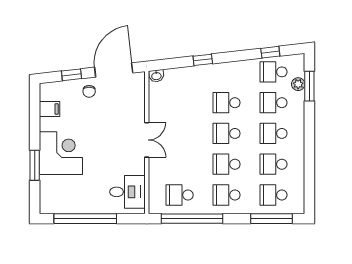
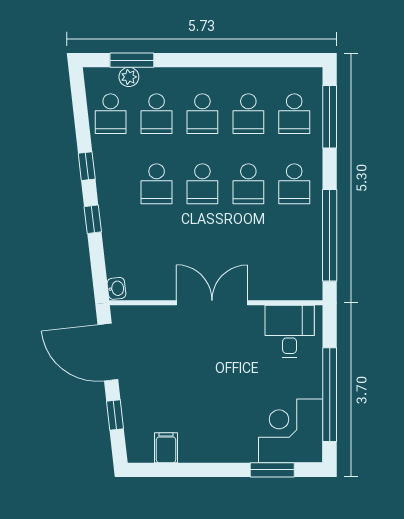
window: (270, 52) -> (87, 166), moved
chair: (89, 91) -> (140, 389), removed
double door: (147, 140) -> (212, 303), width x1.37
corner desk: (61, 153) -> (291, 431), moved
window: (35, 165) -> (272, 470), moved
school desk: (180, 195) -> (294, 254), removed

